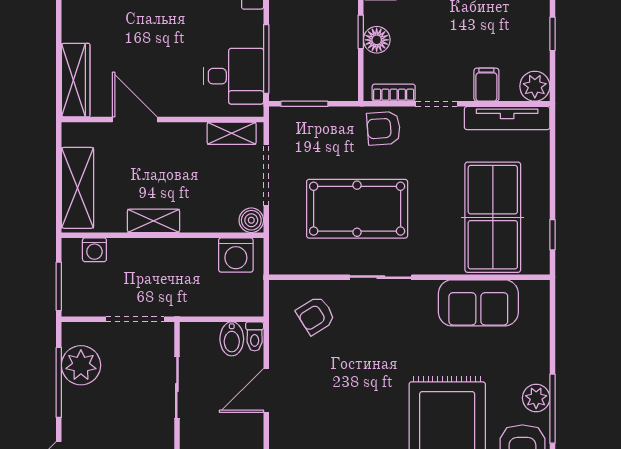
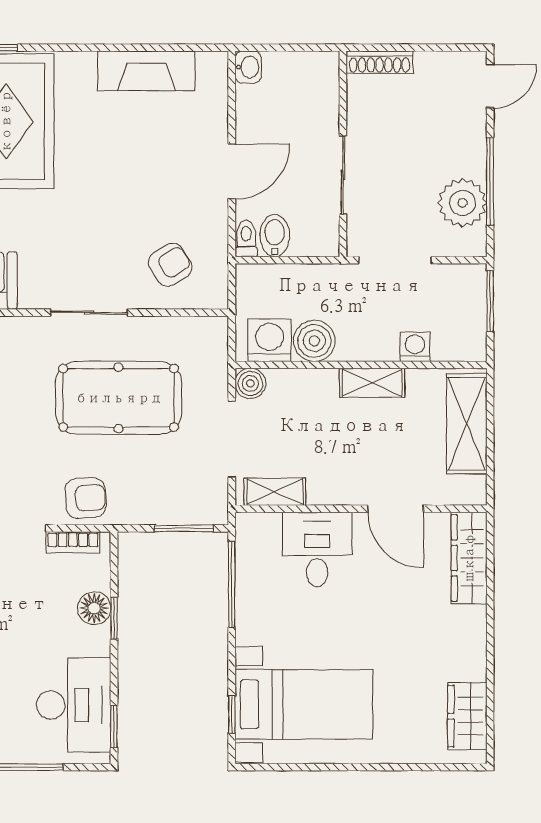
desk: (234, 76) -> (317, 549), moved, turned 90
washing machine: (94, 250) -> (415, 347), moved
boiler: (200, 254) -> (314, 341), added

